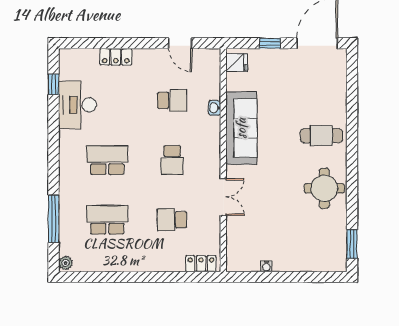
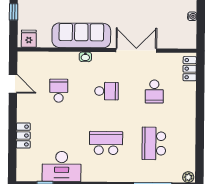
door: (180, 43) -> (13, 84), hinge flipped
washbasin: (215, 108) -> (85, 57), moved
school desk: (107, 160) -> (106, 143), turned 90
double door: (223, 197) -> (136, 50), width x1.37

